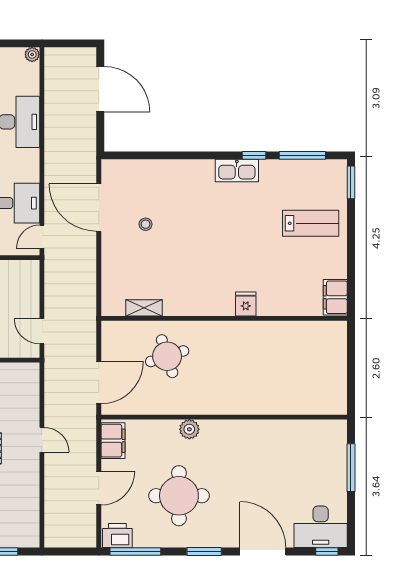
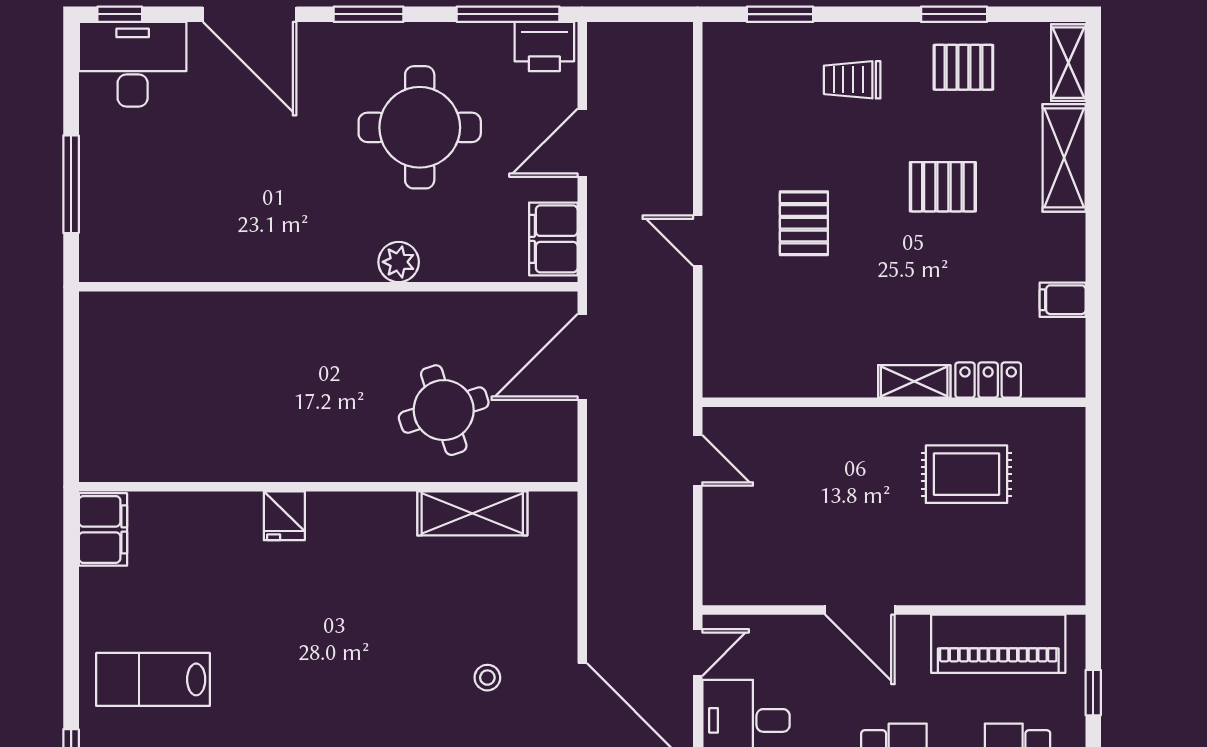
shelving: (144, 308) -> (472, 513), width x1.50, depth x1.33

